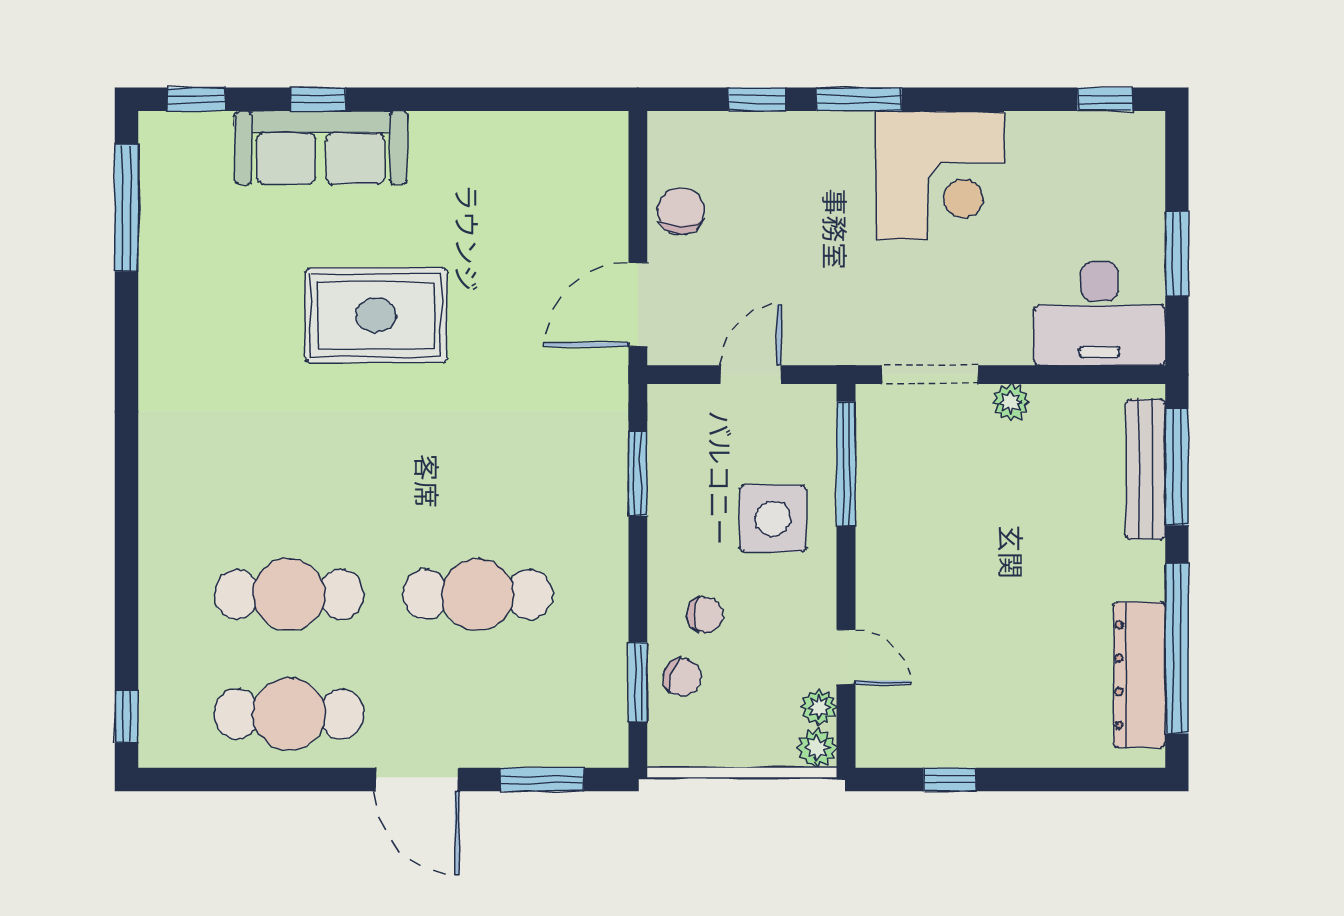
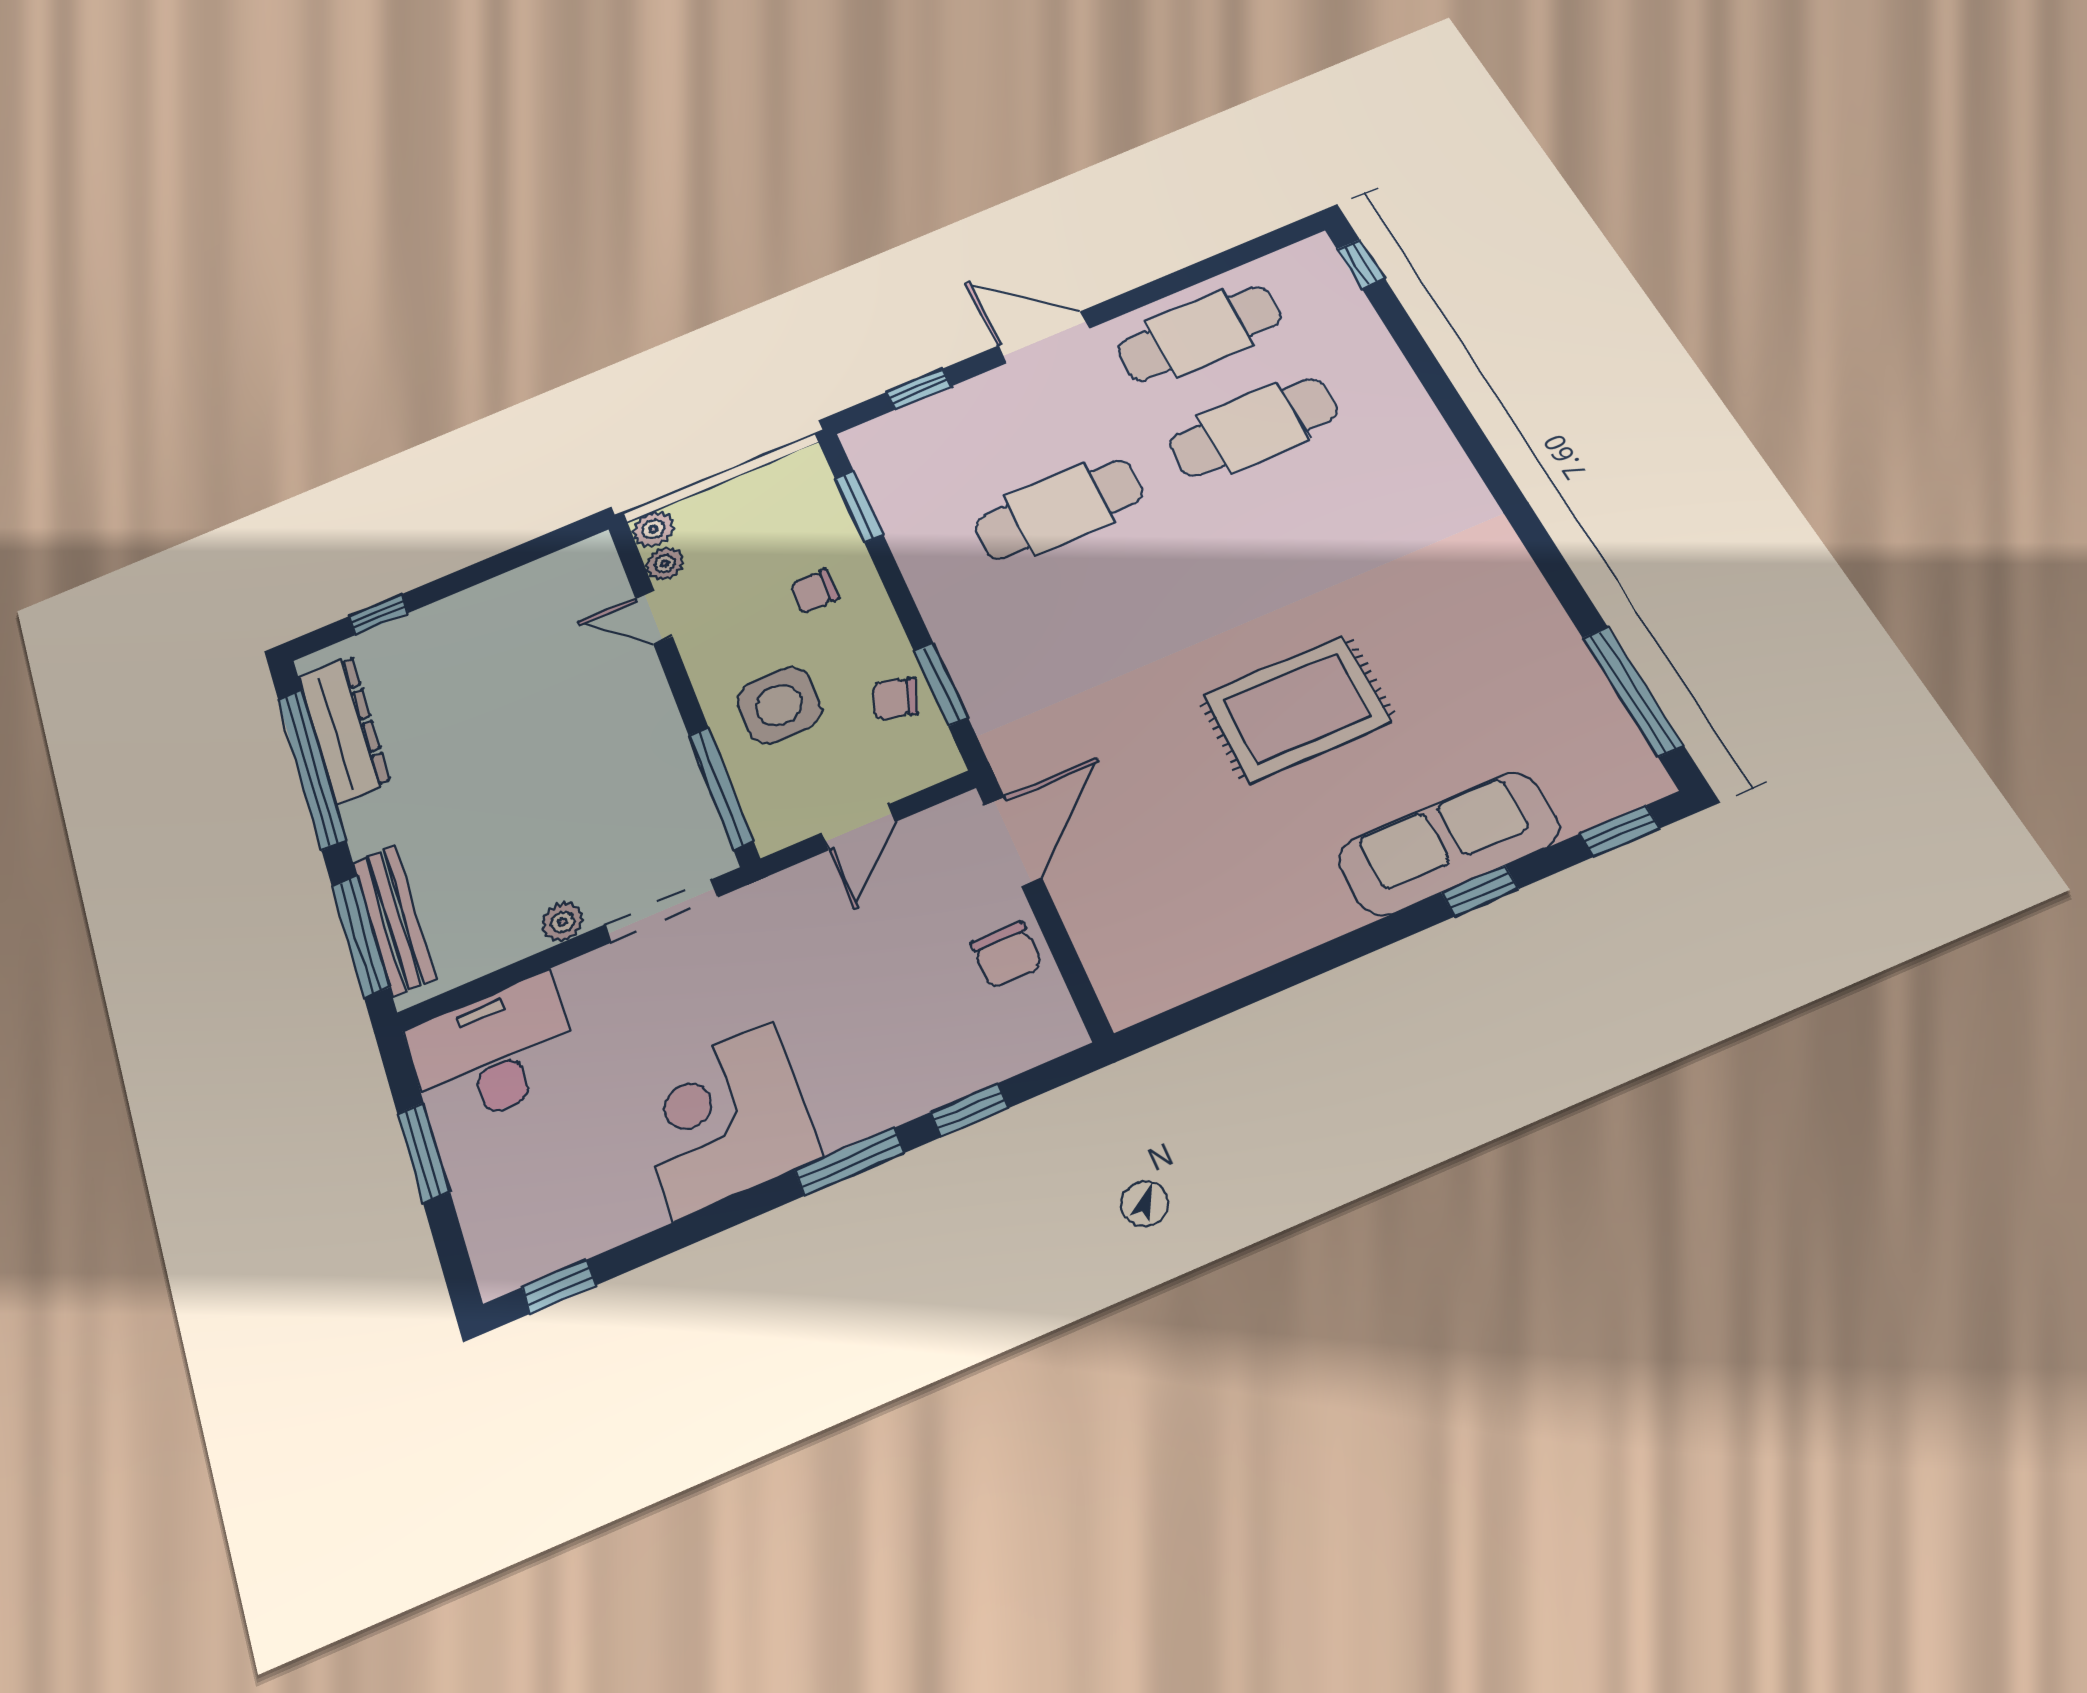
chair: (682, 677) -> (895, 698), moved
window: (542, 779) -> (919, 389), width x0.67
window: (950, 779) -> (378, 615), moved

